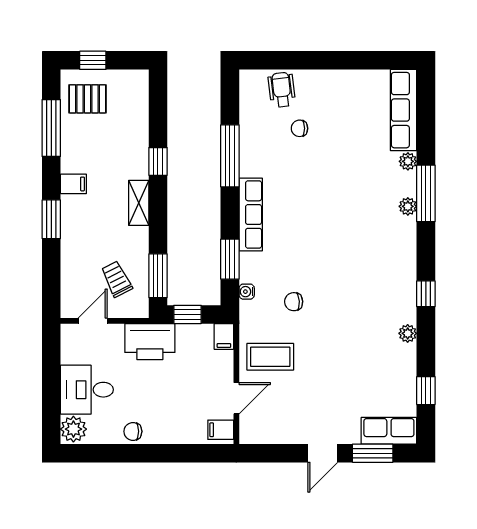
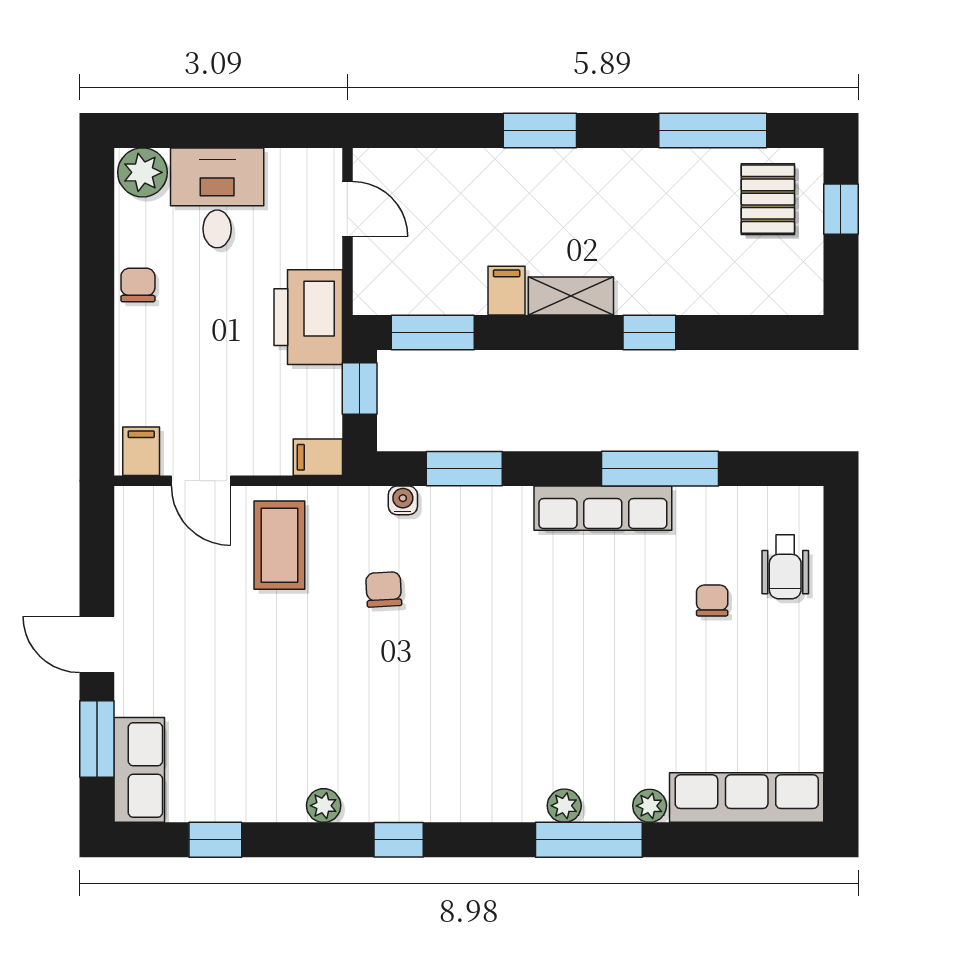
wheelchair: (282, 90) -> (785, 567), turned 97
filing cabinet: (73, 184) -> (507, 291), moved, turned 180
row of seats: (251, 215) -> (603, 508), moved
trolley: (117, 279) -> (427, 254), removed

